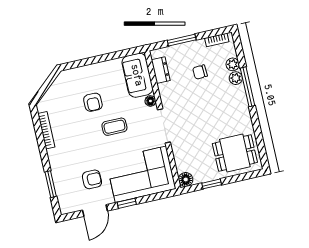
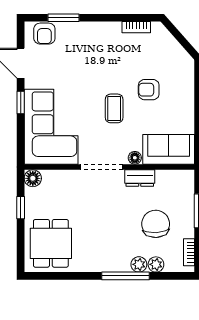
dresser: (161, 70) -> (140, 178), moved
chair: (200, 72) -> (156, 224), width x1.87, depth x1.87
bookcase: (46, 130) -> (136, 27), width x0.64
armchair: (92, 179) -> (44, 34), moved

